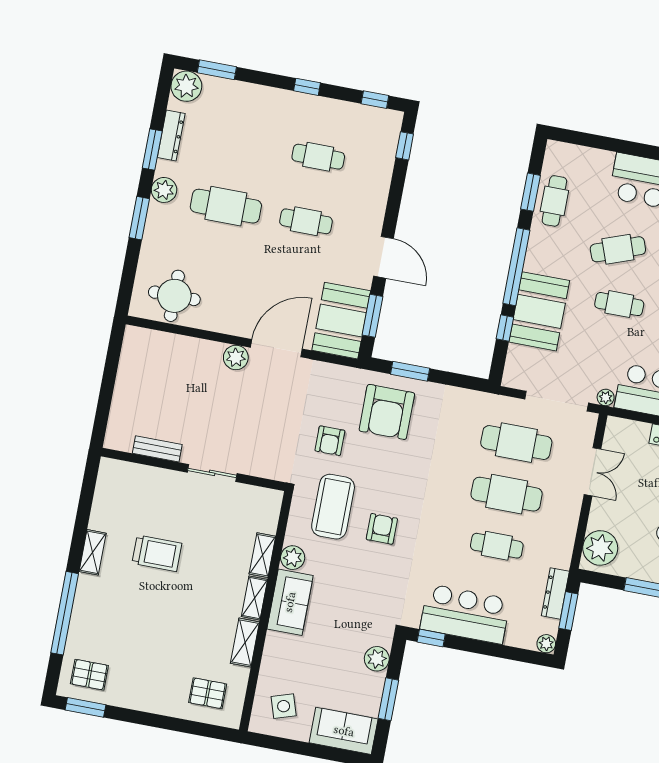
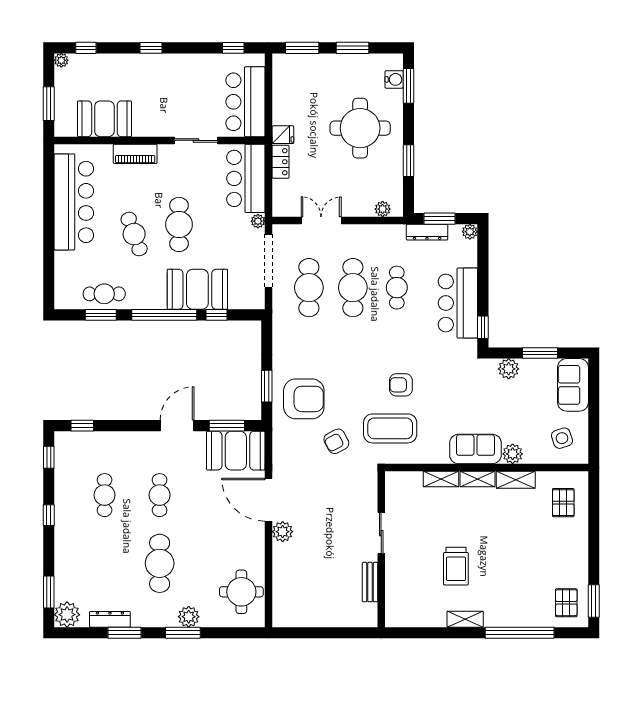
plant: (164, 190) -> (189, 617), moved
cafe table: (619, 304) -> (179, 224), width x1.37, depth x1.35
armchair: (330, 441) -> (336, 441), turned 152
plant: (600, 548) -> (383, 209), width x0.53, depth x0.53
trolley: (157, 553) -> (456, 566), turned 180
plant: (293, 558) -> (513, 454), moved

